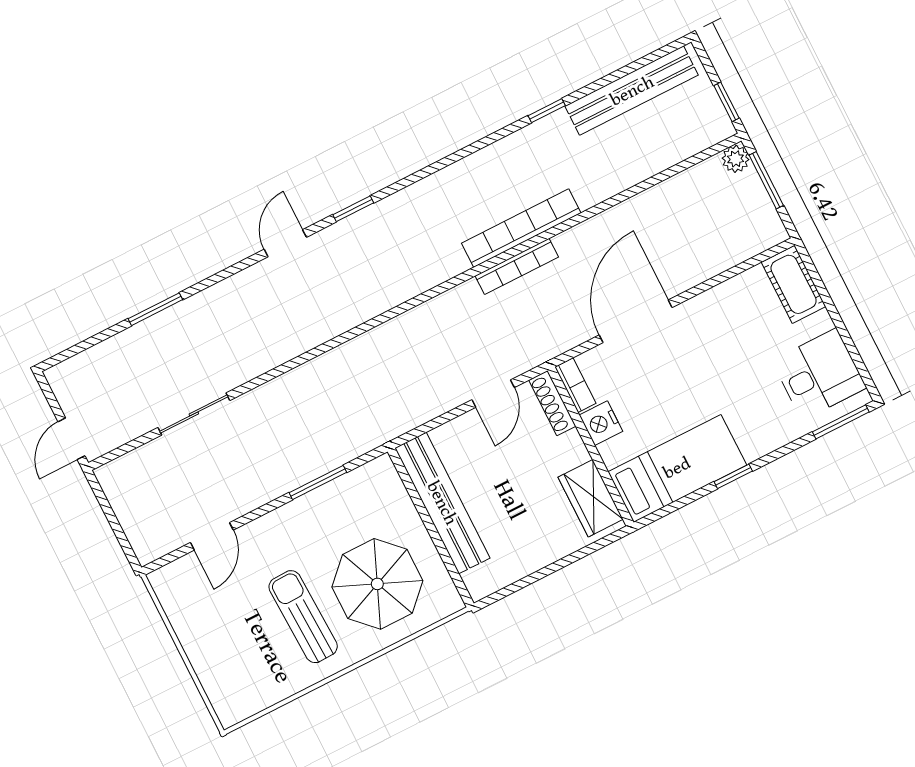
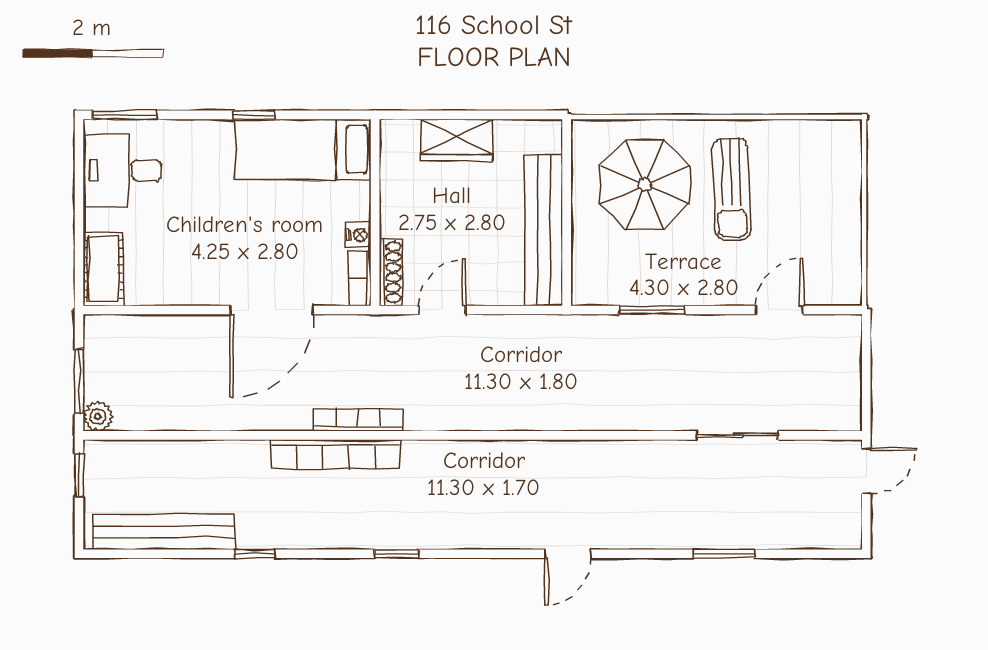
window: (353, 209) -> (397, 554), moved
nightstand: (601, 423) -> (358, 235), width x0.72, depth x0.74
wardrobe: (591, 498) -> (457, 140), moved, turned 90

